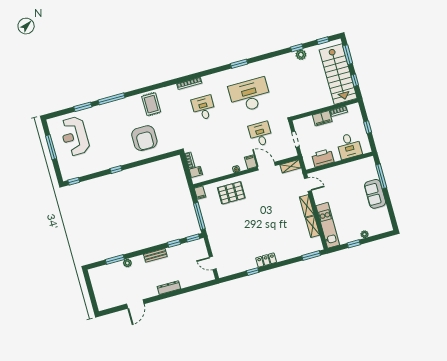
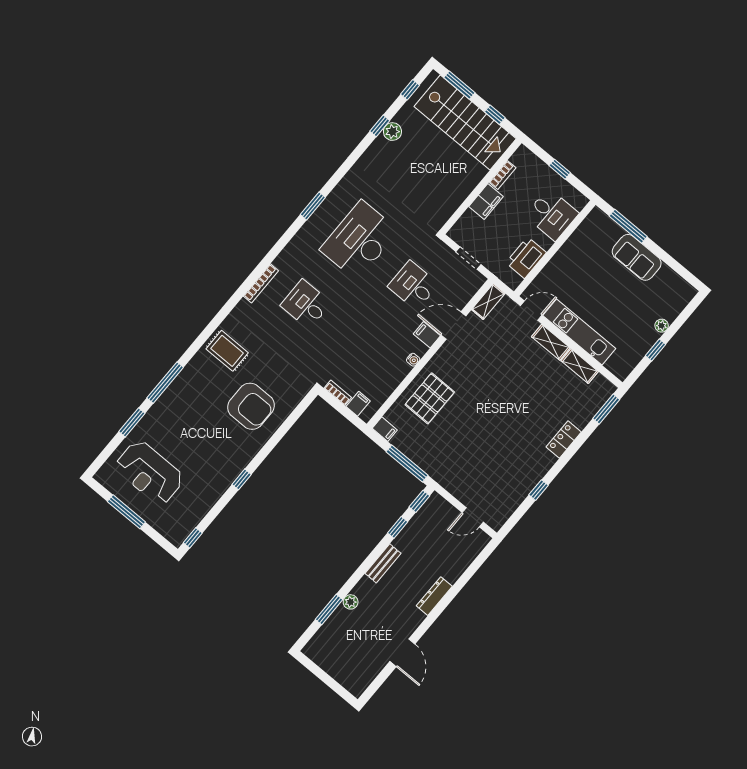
kitchen unit: (328, 225) -> (579, 332), moved
locker: (266, 260) -> (564, 439), moved

